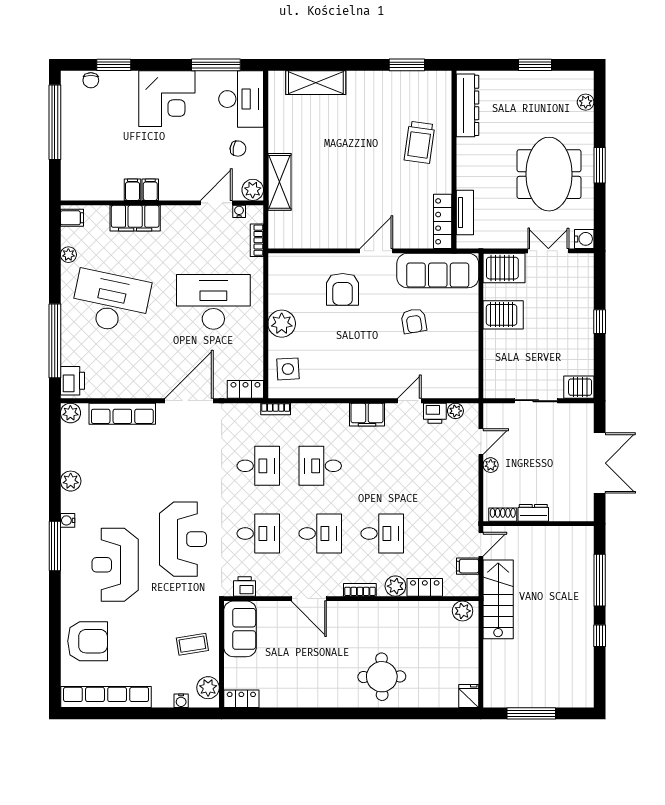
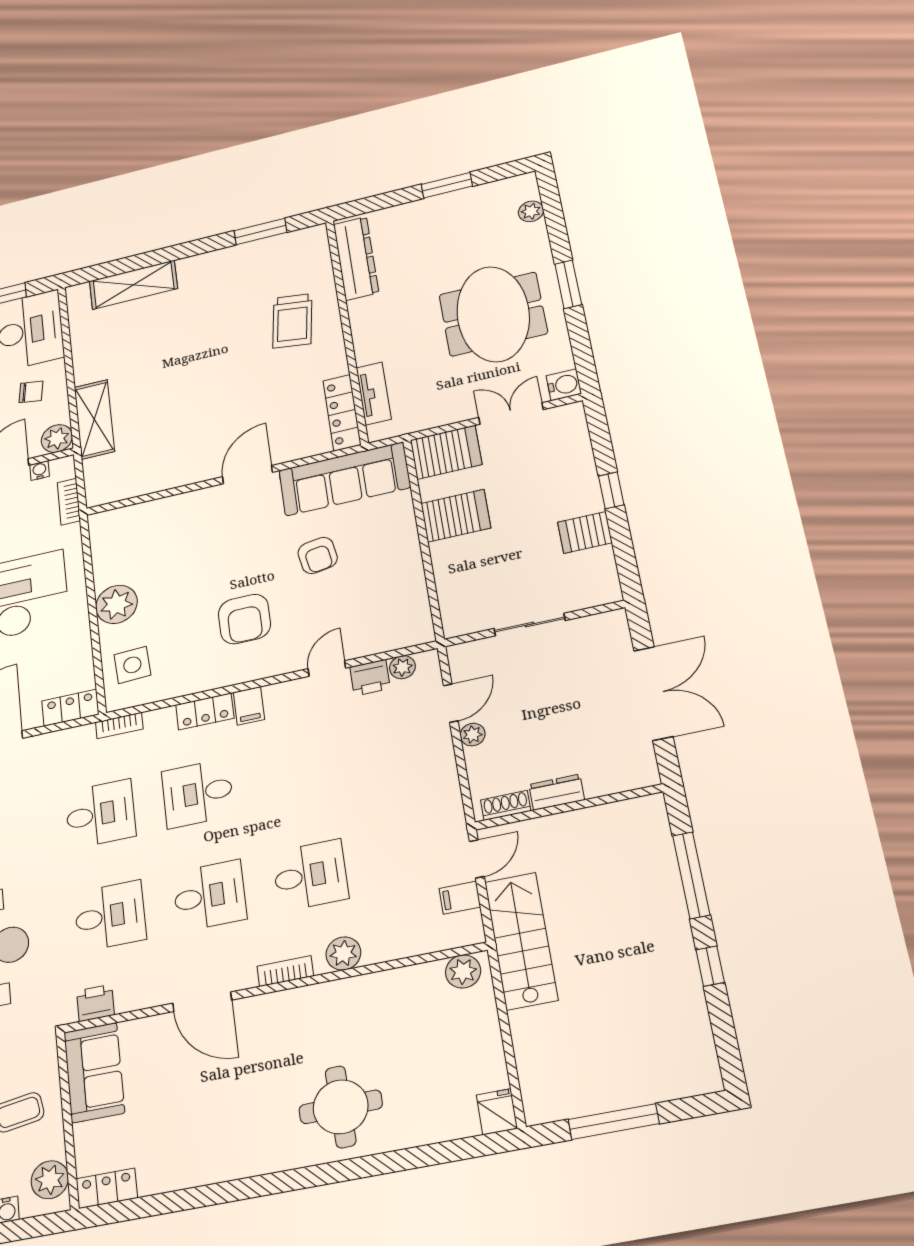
armchair: (343, 289) -> (244, 619), moved
server rack: (579, 387) -> (585, 532), moved
filing cabinet: (367, 415) -> (249, 706), width x0.50
locker: (425, 587) -> (205, 711), moved, turned 180

